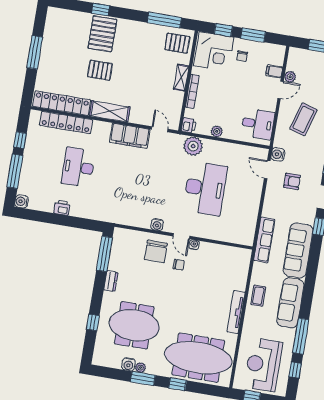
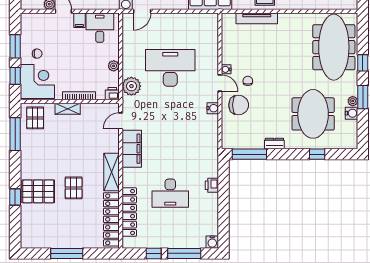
filing cabinet: (274, 71) -> (79, 20), moved
printer: (62, 208) -> (212, 185), moved
door: (181, 236) -> (220, 83), hinge flipped
tv unit: (236, 312) -> (257, 18), moved

